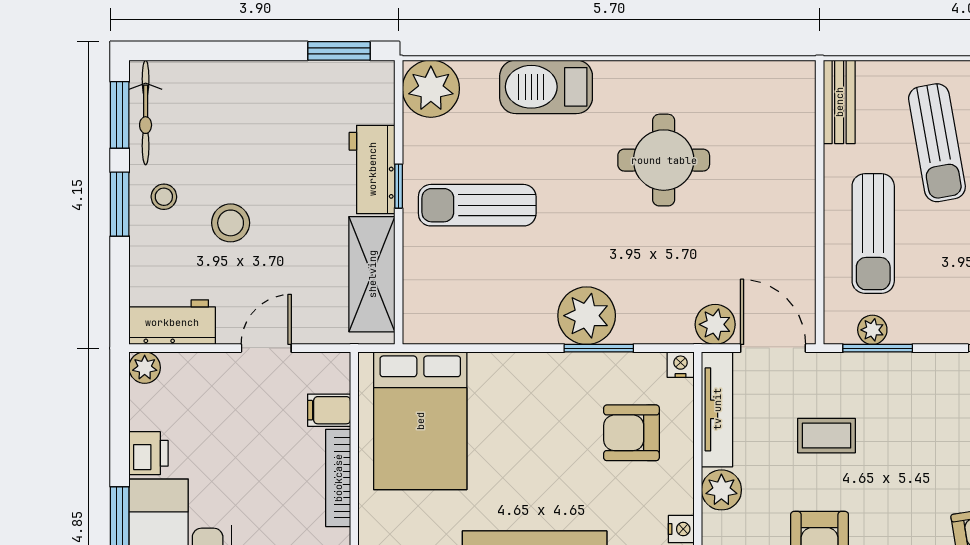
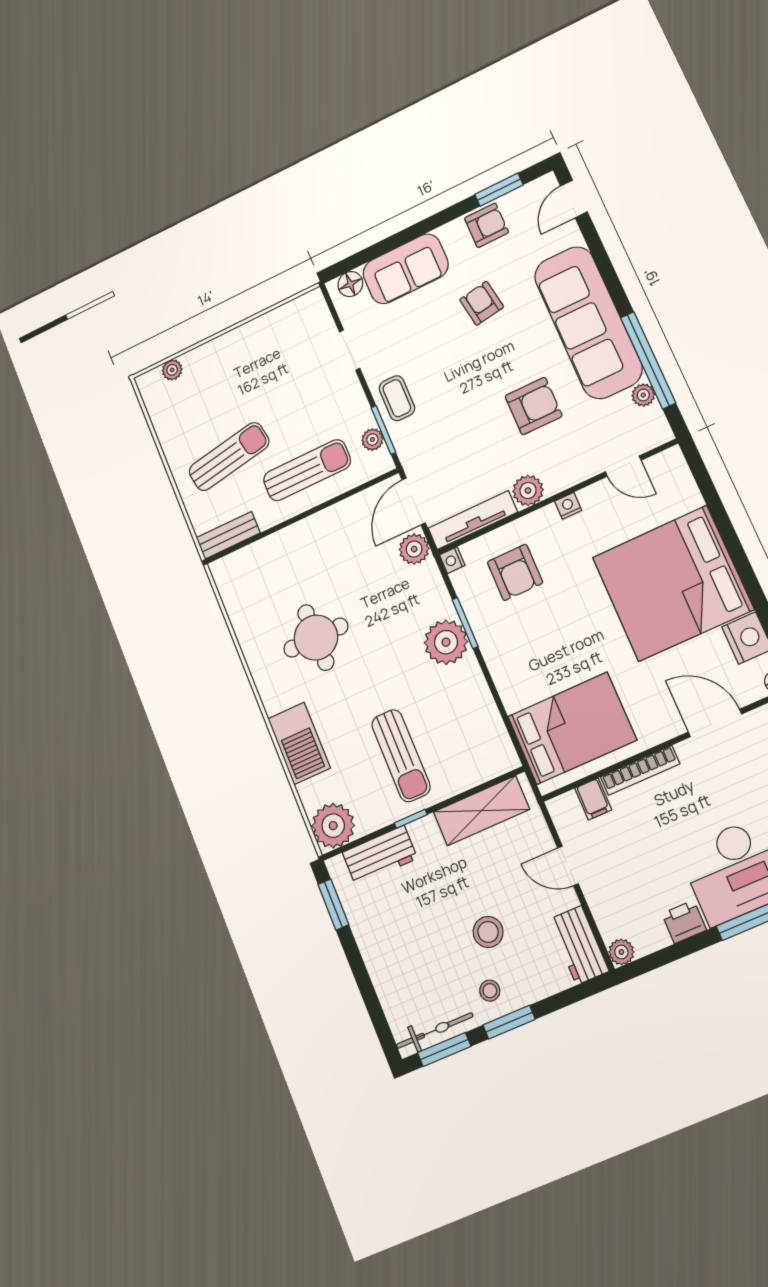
workbench: (372, 169) -> (380, 855), moved
coffee table: (827, 436) -> (397, 398), moved

